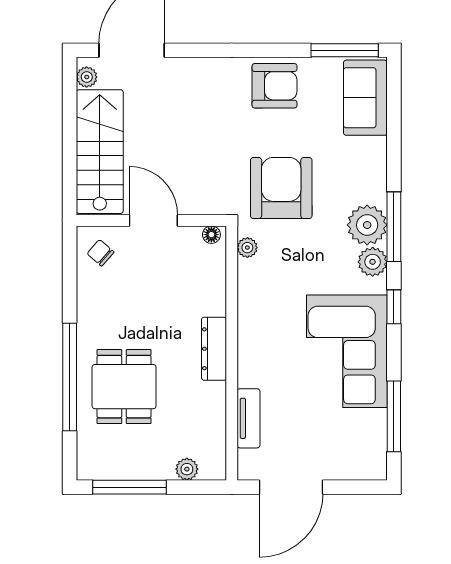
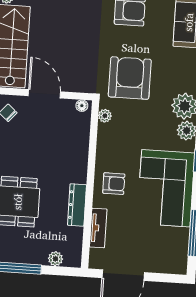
dresser: (214, 349) -> (77, 205), moved
armchair: (268, 349) -> (114, 184), added

